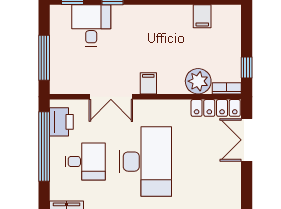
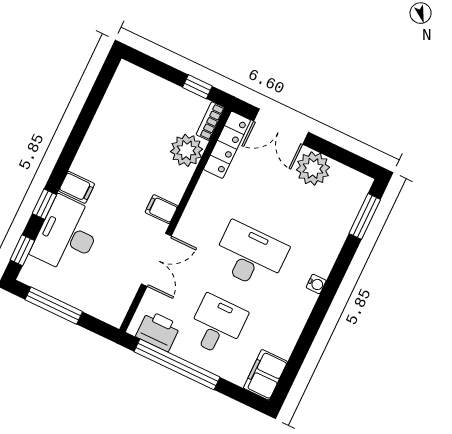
filing cabinet: (202, 16) -> (77, 187), moved
desk: (91, 25) -> (67, 235), width x1.37
window: (44, 58) -> (54, 306), moved
desk: (145, 162) -> (250, 256), width x0.73, depth x0.77
plant: (228, 176) -> (313, 168), added

